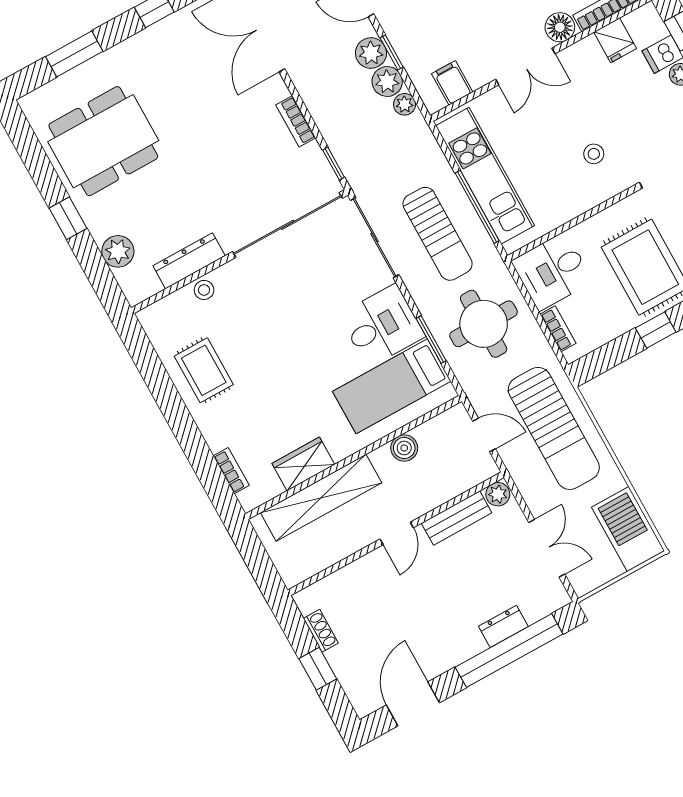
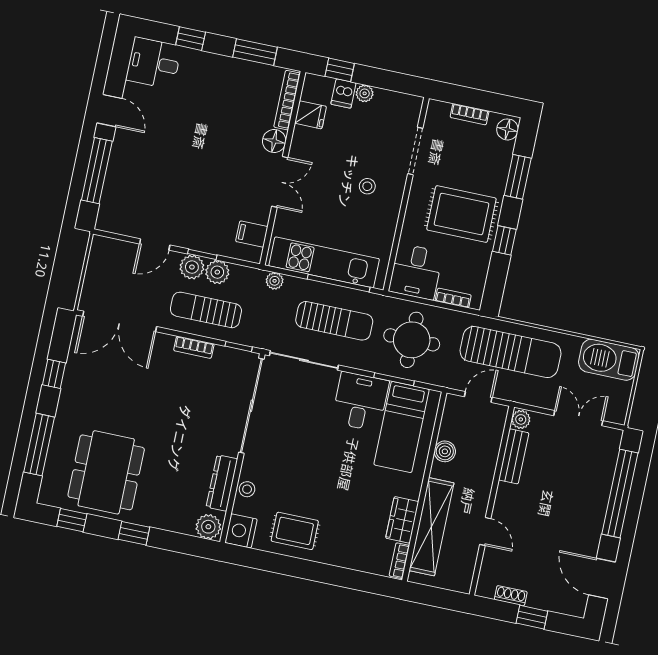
window: (74, 54) -> (39, 445), width x1.44
sun lounger: (342, 102) -> (206, 310), added
plant: (405, 104) -> (275, 281), moved
window: (29, 148) -> (72, 520), added
plant: (118, 251) -> (208, 527), moved
nightstand: (159, 319) -> (241, 531), added
bookcase: (231, 471) -> (399, 561), moved, turned -90
door: (397, 533) -> (485, 532), moved
dresser: (503, 626) -> (603, 484), removed

